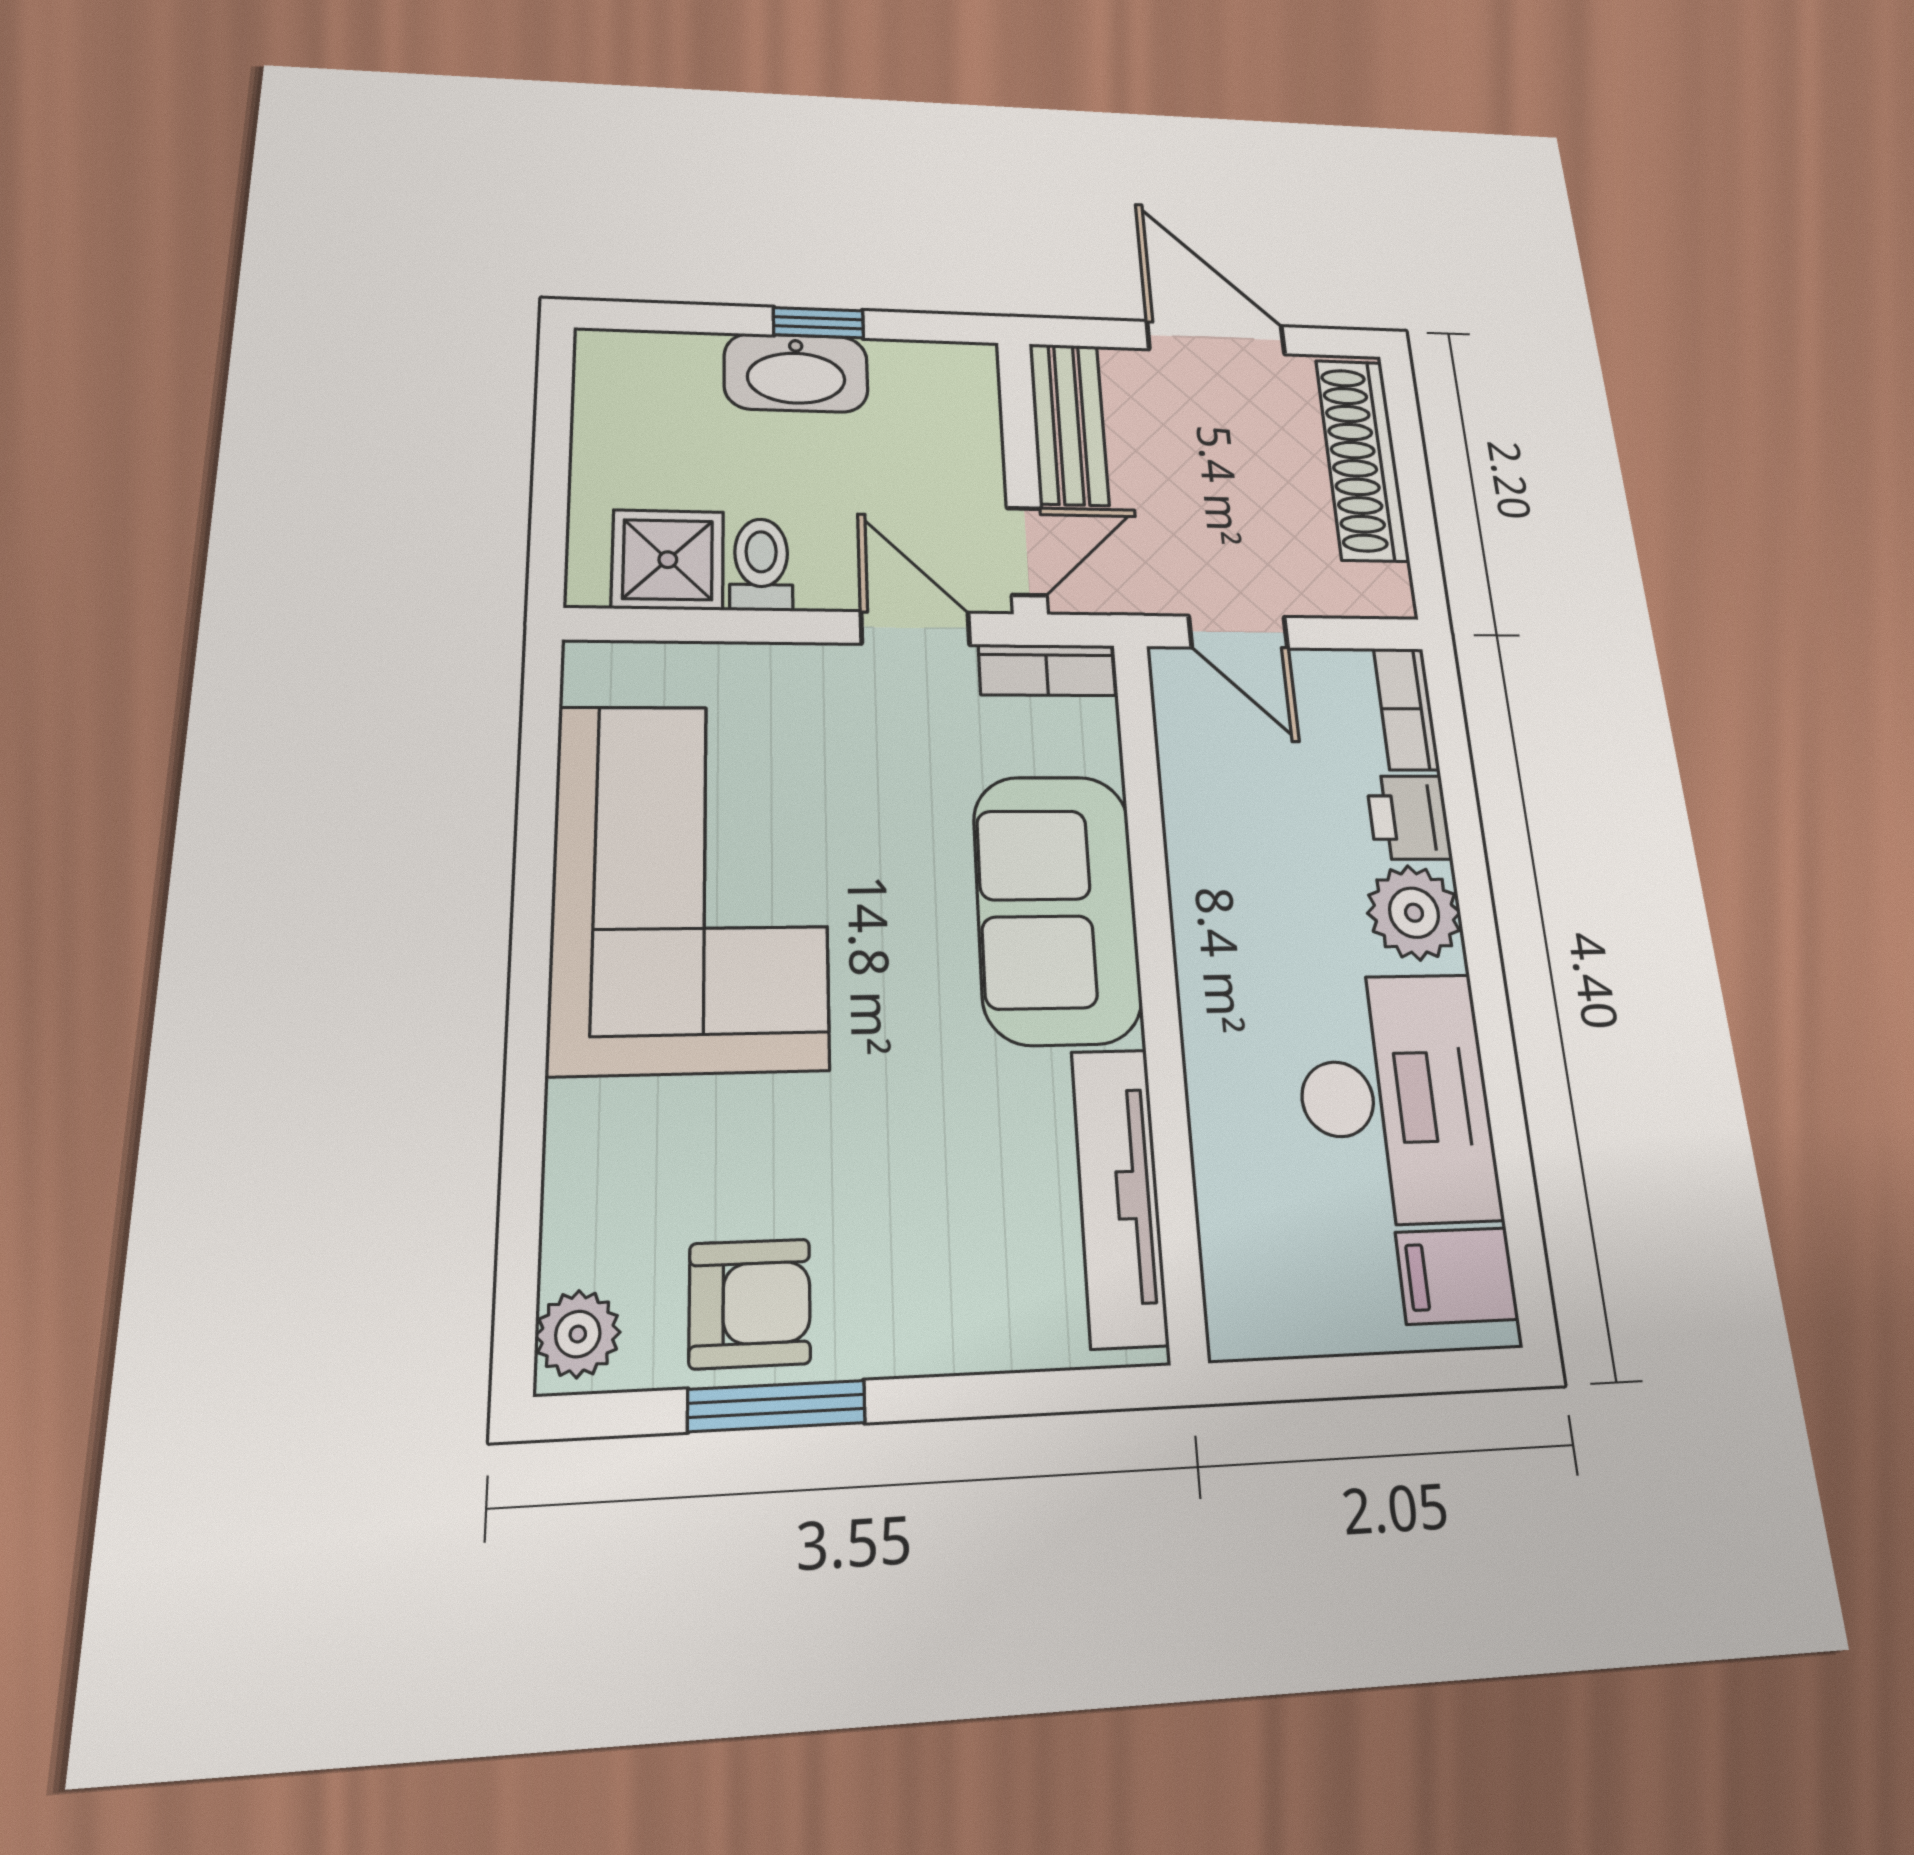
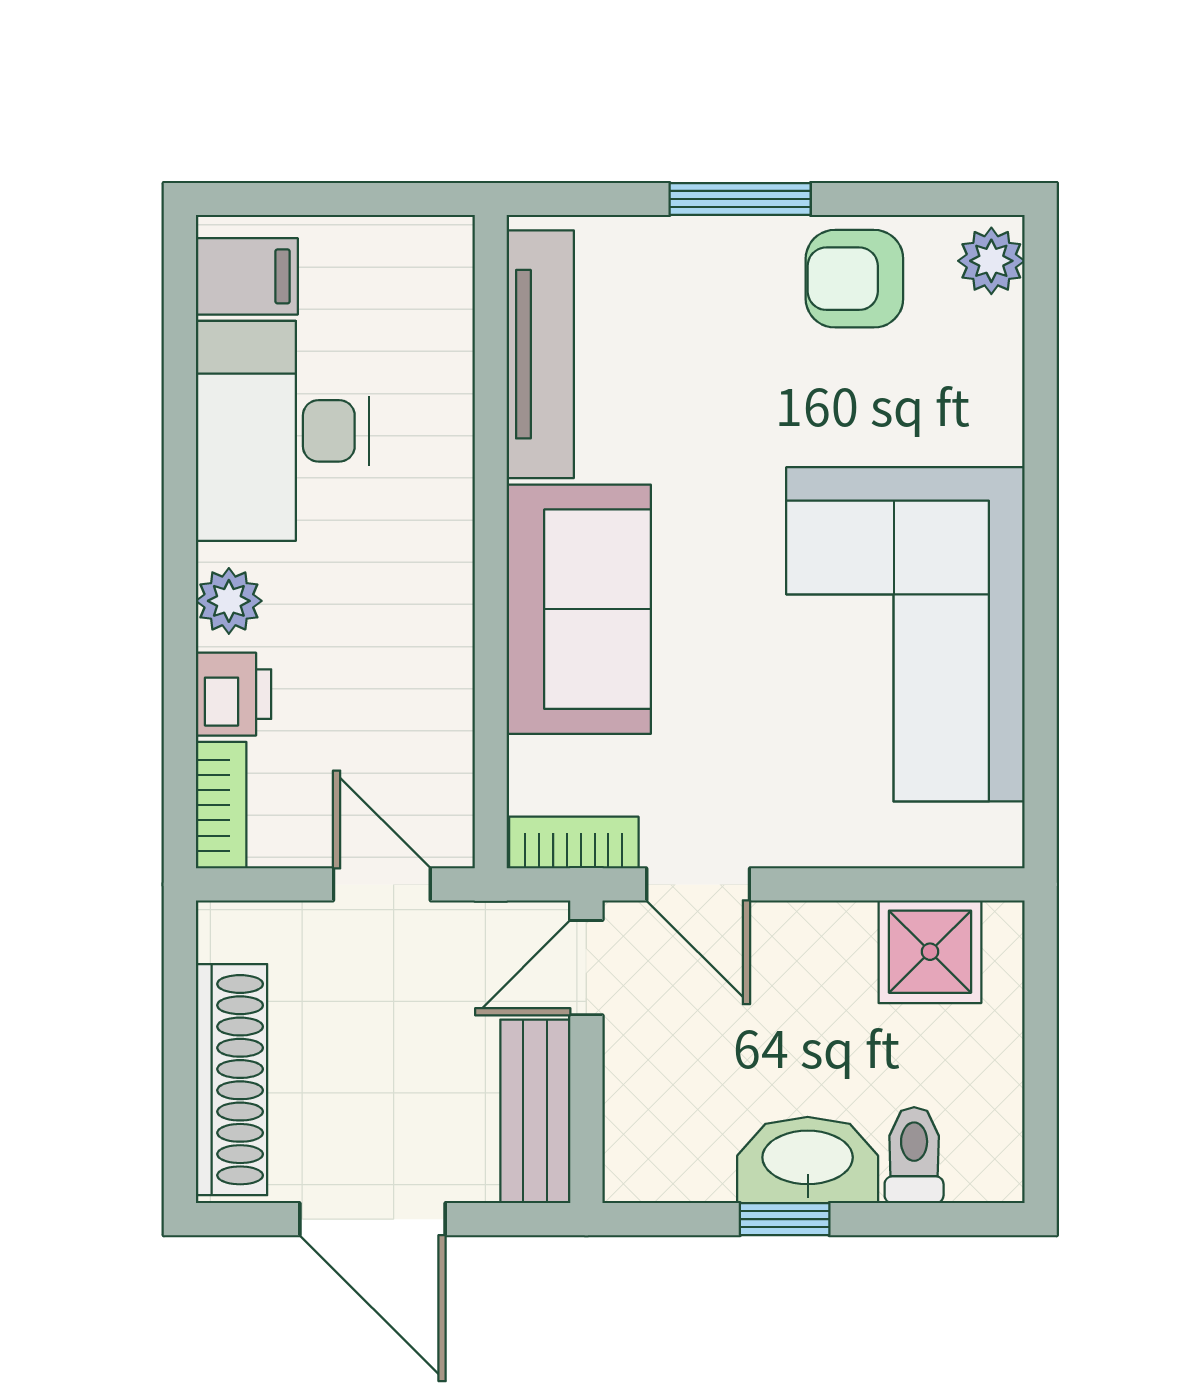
toilet: (761, 565) -> (914, 1155), moved, turned 180
plant: (1414, 913) -> (229, 601), width x0.73, depth x0.73
window: (777, 1406) -> (740, 199), moved

